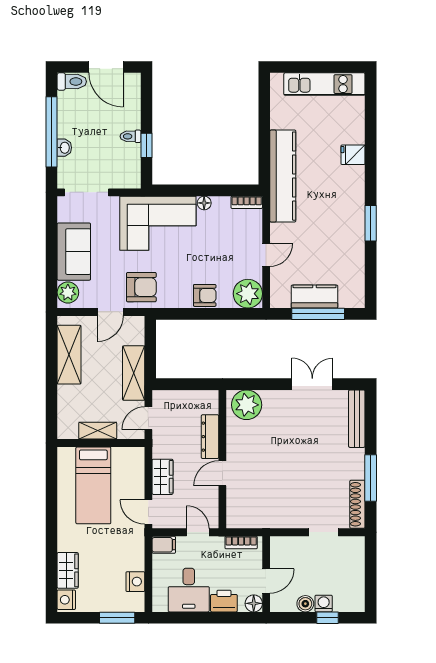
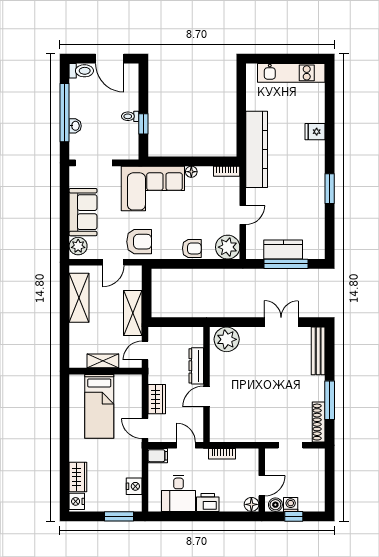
wall: (266, 574) -> (262, 480), moved
door: (266, 581) -> (262, 486), moved
floor lamp: (254, 603) -> (251, 504), moved

